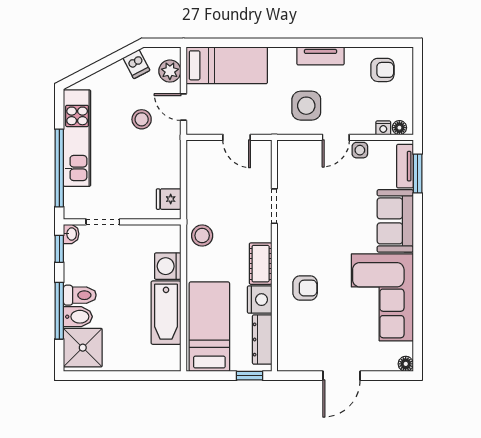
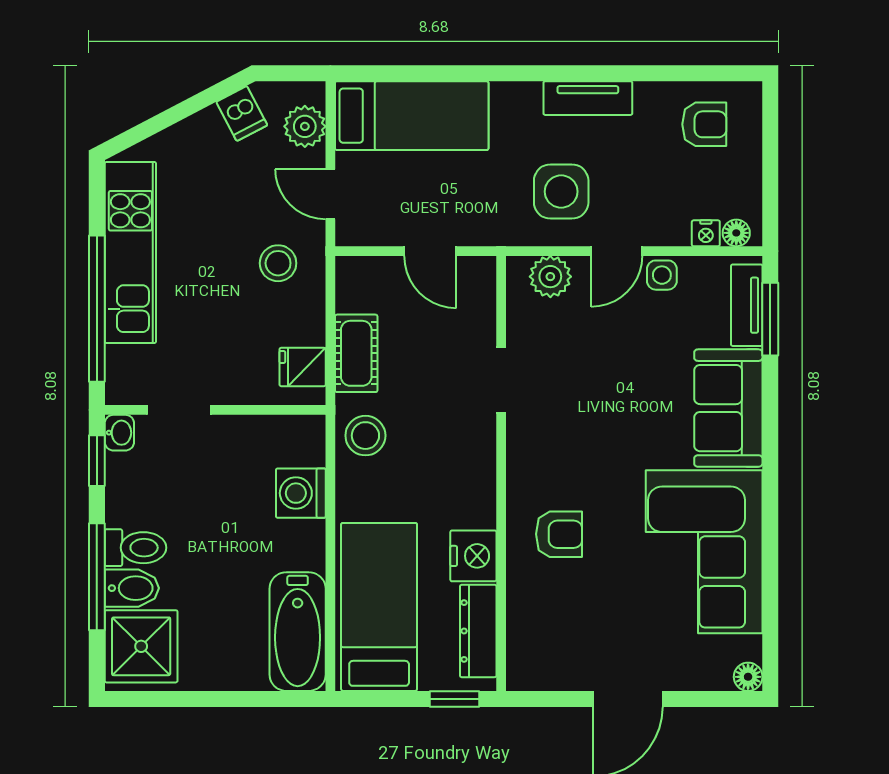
stool: (142, 119) -> (278, 263), moved
plant: (301, 151) -> (550, 277), added
cot: (261, 264) -> (356, 353), moved
bathtub: (166, 313) -> (298, 632), moved

